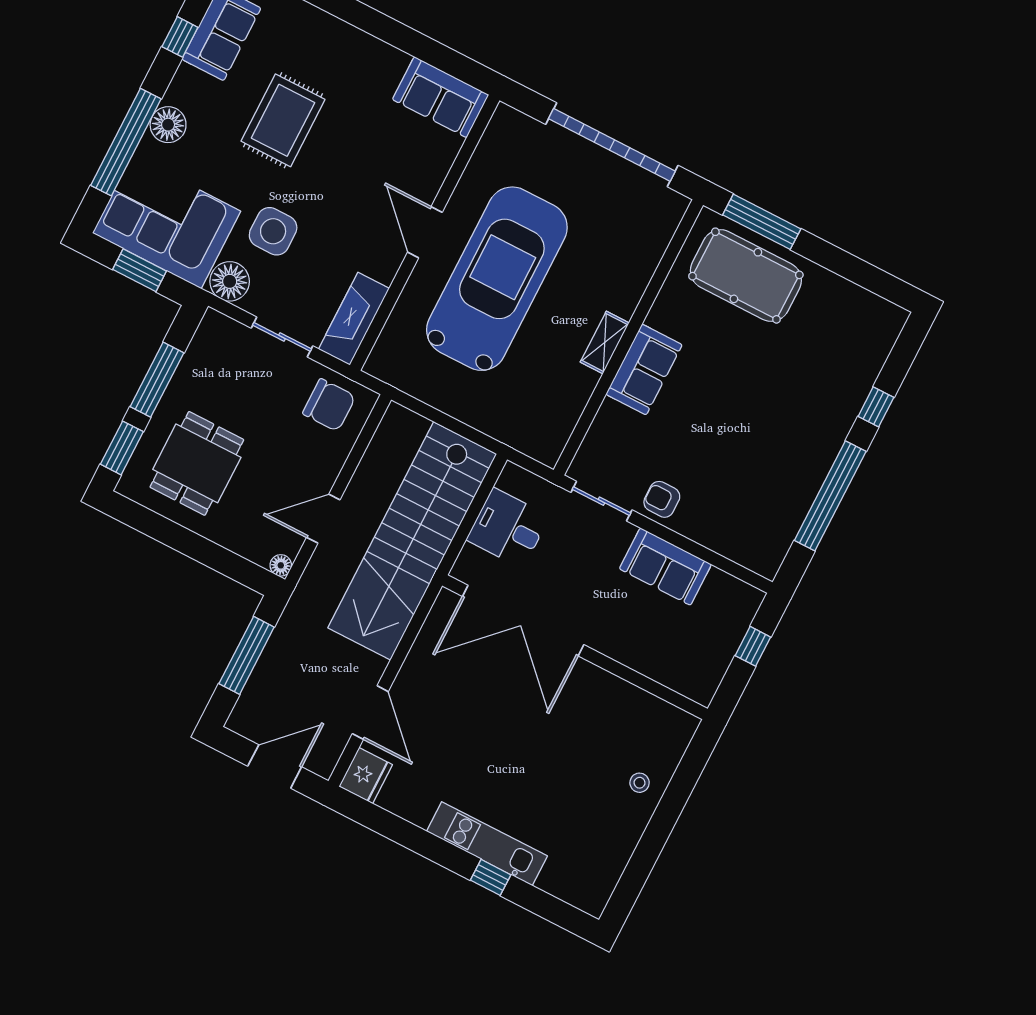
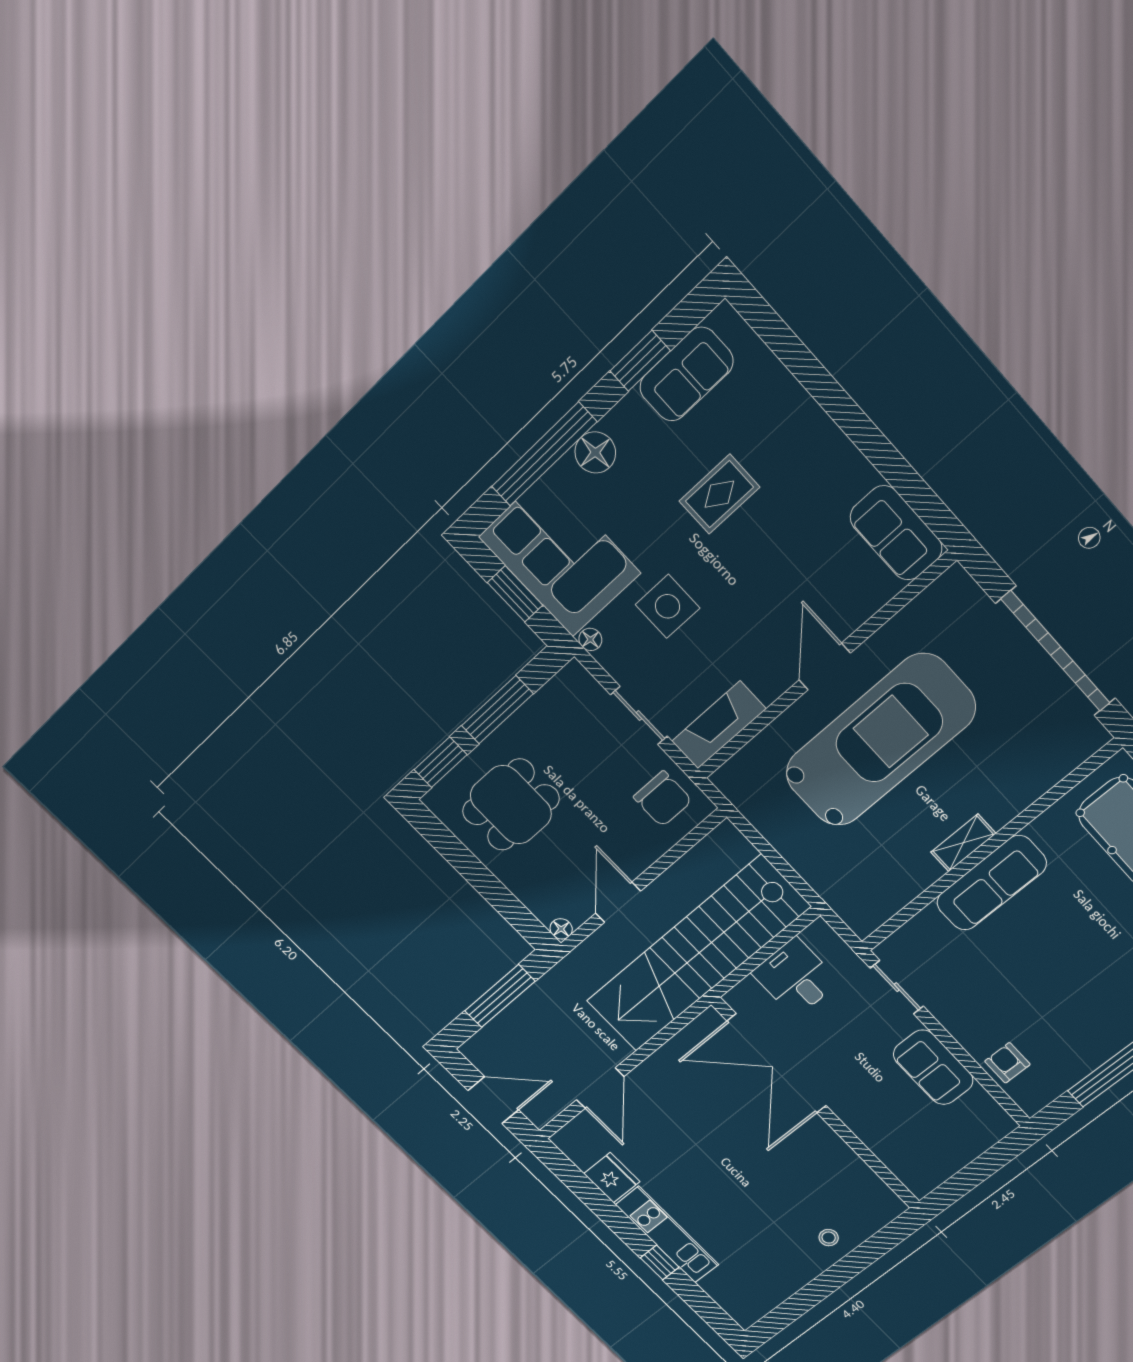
window: (180, 37) -> (640, 361), width x1.50
rug: (283, 120) -> (719, 494), width x0.73, depth x0.70
floor lamp: (230, 281) -> (590, 639), width x0.53, depth x0.53
sofa: (644, 370) -> (992, 883), width x1.36
armchair: (662, 499) -> (1007, 1063), moved
door: (323, 519) -> (618, 902), hinge flipped
window: (753, 646) -> (985, 1165), removed
fridge: (366, 776) -> (612, 1178), moved, turned -90

